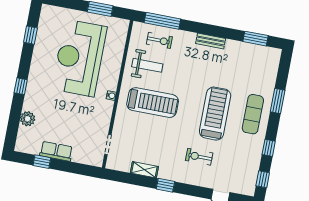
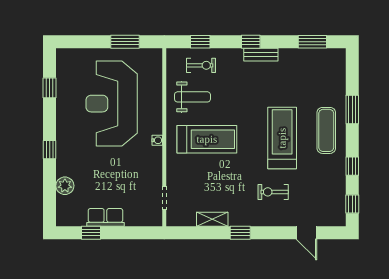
window: (162, 21) -> (200, 42), width x0.46
window: (204, 29) -> (251, 42), added

